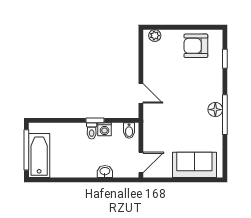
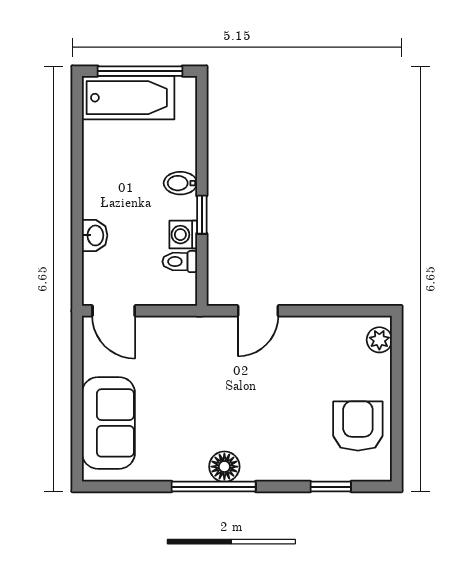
toilet: (92, 131) -> (180, 262), moved
bidet: (129, 131) -> (180, 183), moved

